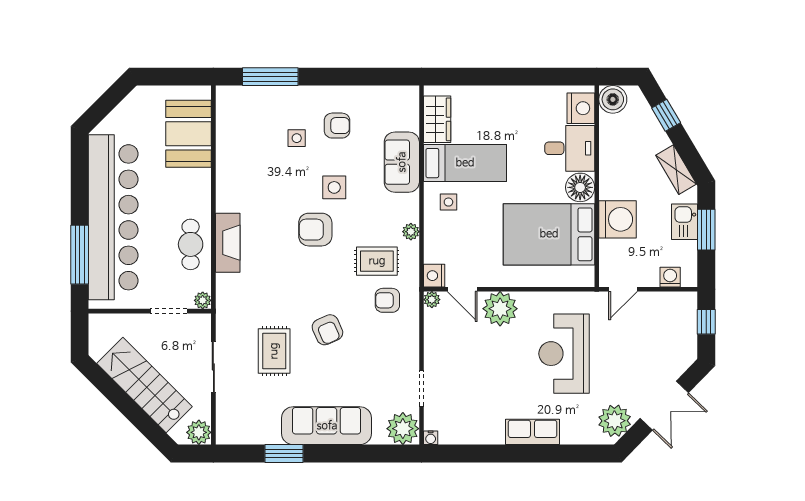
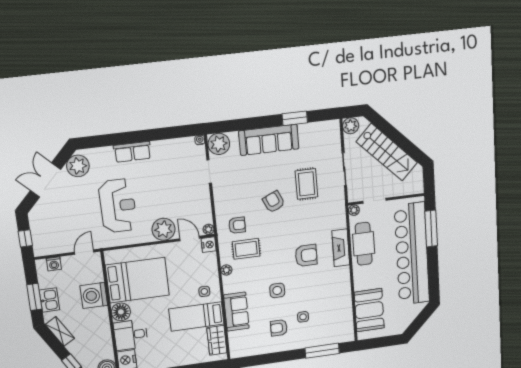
armchair: (315, 230) -> (306, 255), moved
cafe table: (191, 244) -> (364, 244), width x1.37, depth x1.35

